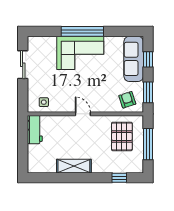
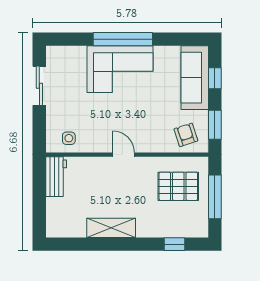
pallet: (122, 136) -> (178, 186), turned 90

